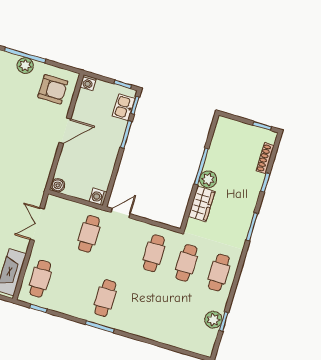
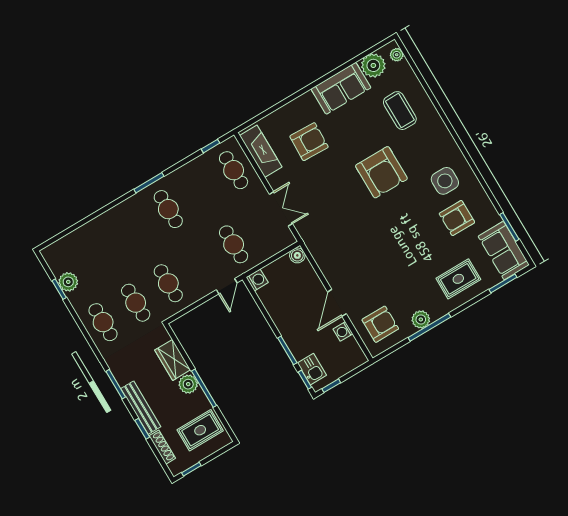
washing machine: (88, 83) -> (343, 331), moved, turned -90
armchair: (53, 89) -> (380, 324), turned 180
rug: (231, 144) -> (200, 430), added
bench: (252, 196) -> (141, 408), added

